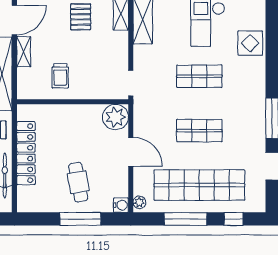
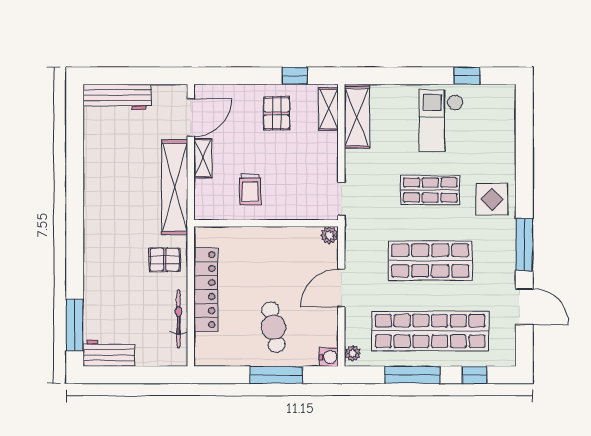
display table: (250, 43) -> (492, 199), moved
plant: (115, 117) -> (329, 235), width x0.53, depth x0.53
shop shelf: (199, 131) -> (430, 261), width x1.43, depth x1.36
door: (131, 152) -> (341, 288), swing flipped

